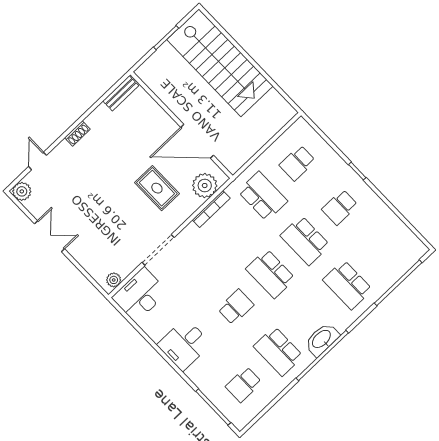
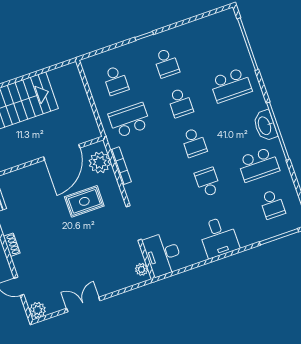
school desk: (305, 240) -> (180, 103), width x0.54
school desk: (270, 274) -> (194, 142), width x0.54

